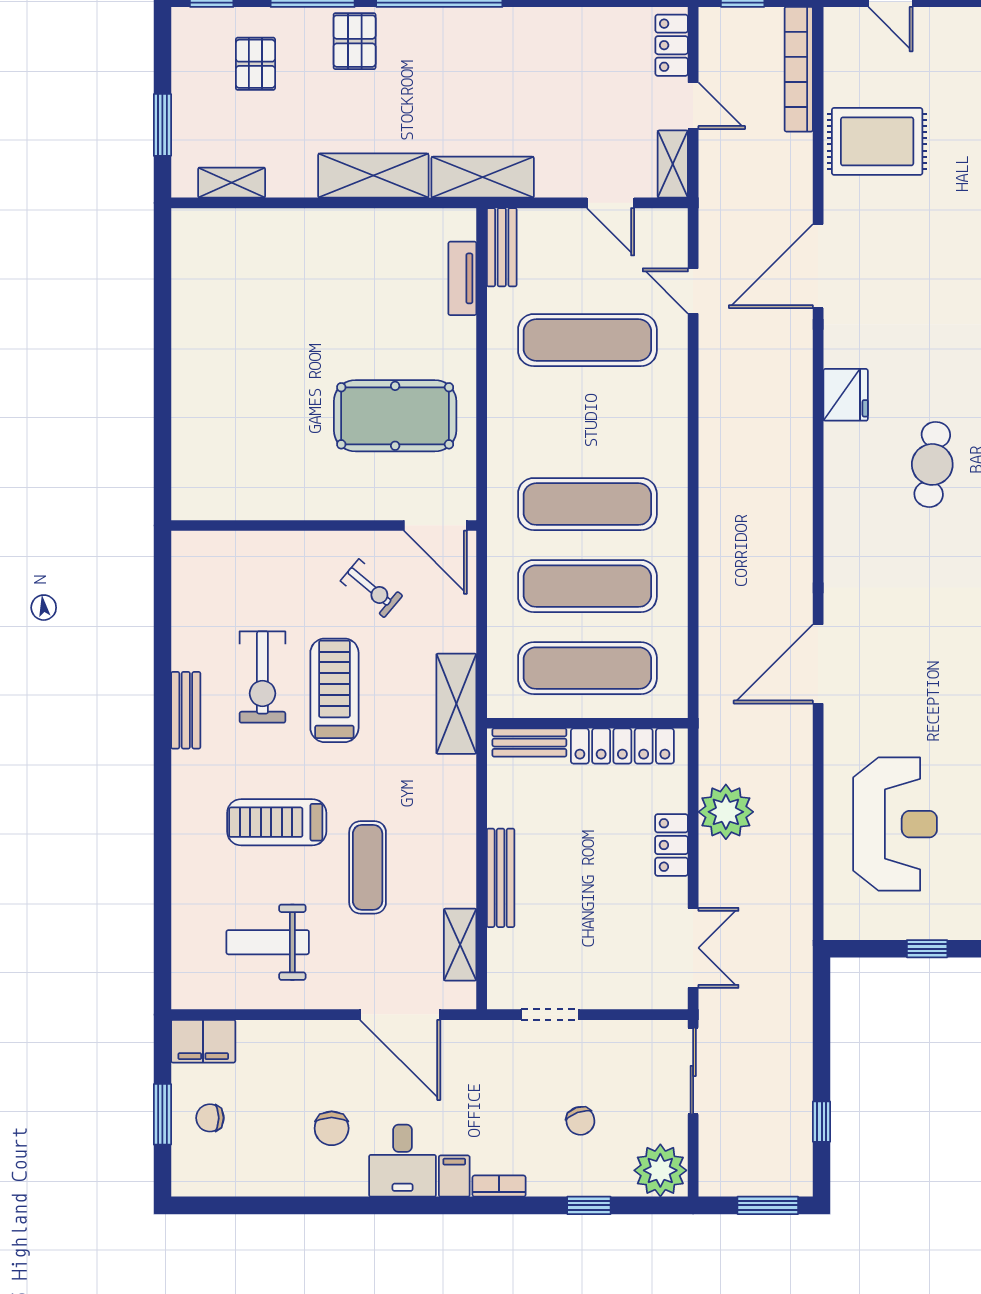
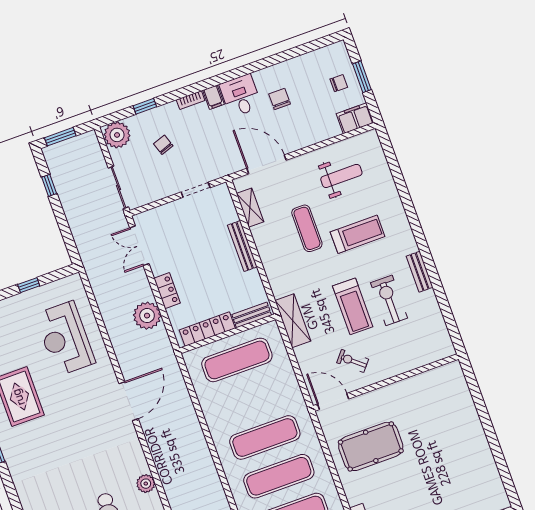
plant: (842, 498) -> (146, 484), added
exercise mat: (587, 586) -> (279, 476), moved

